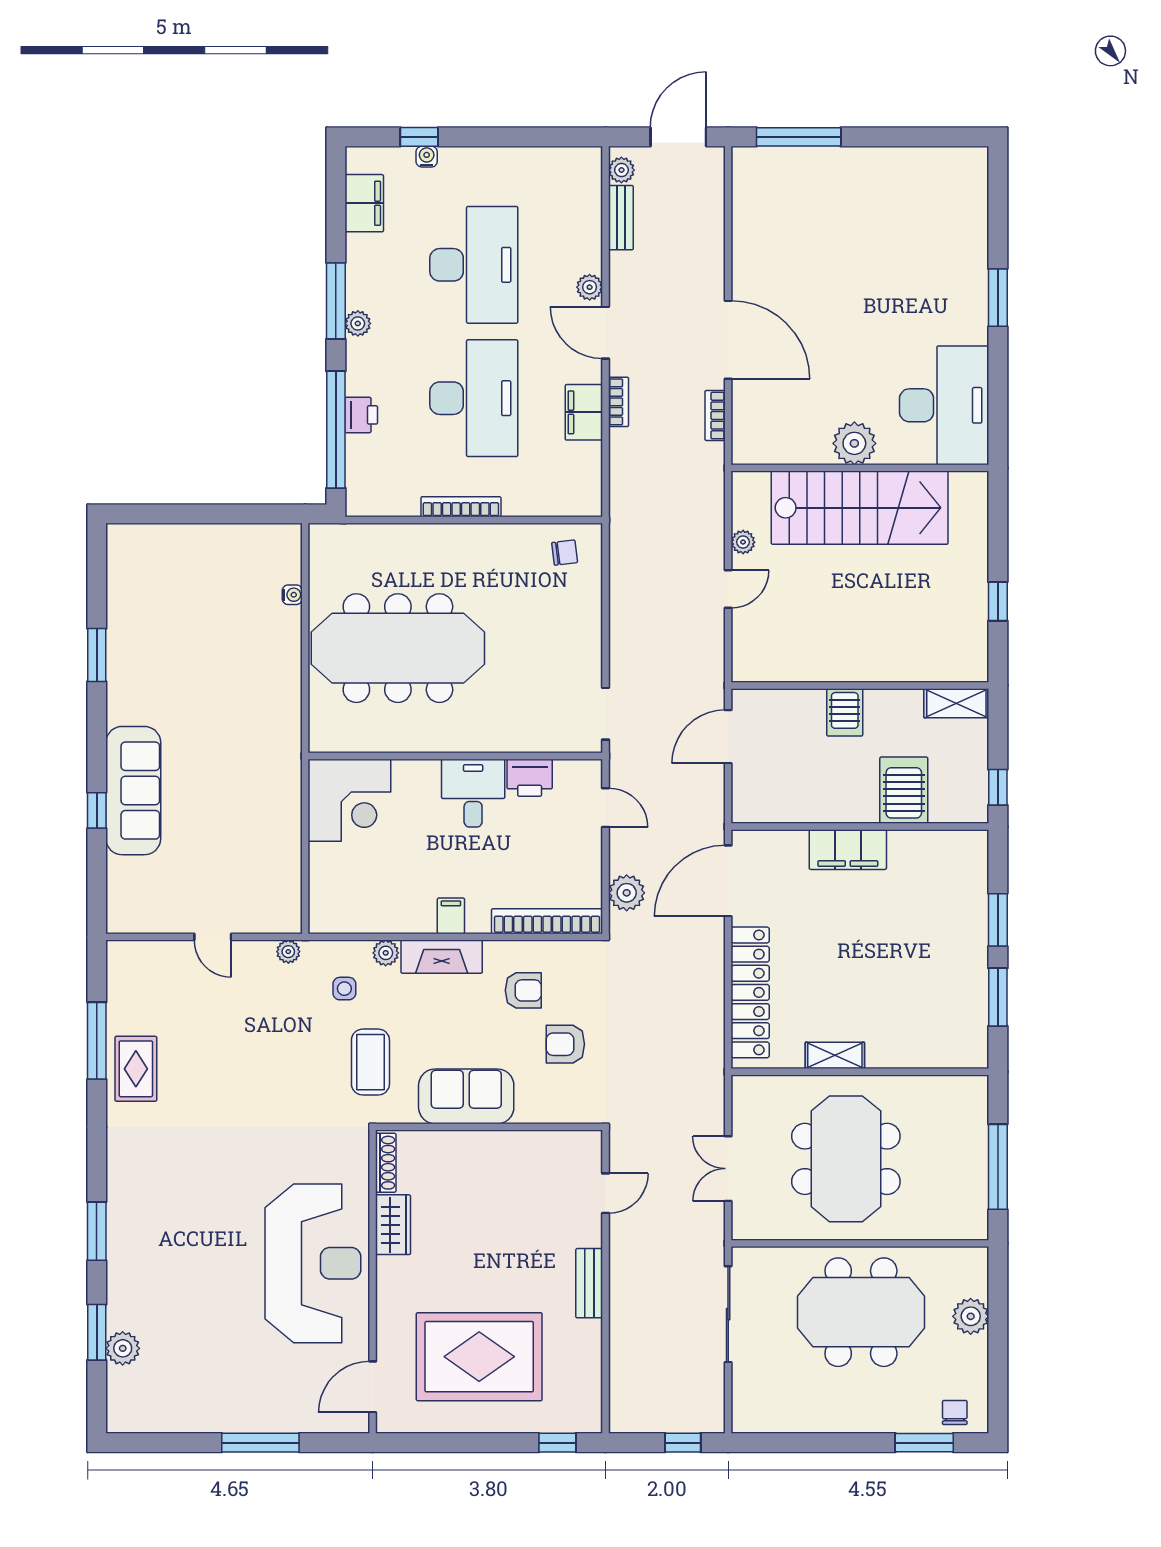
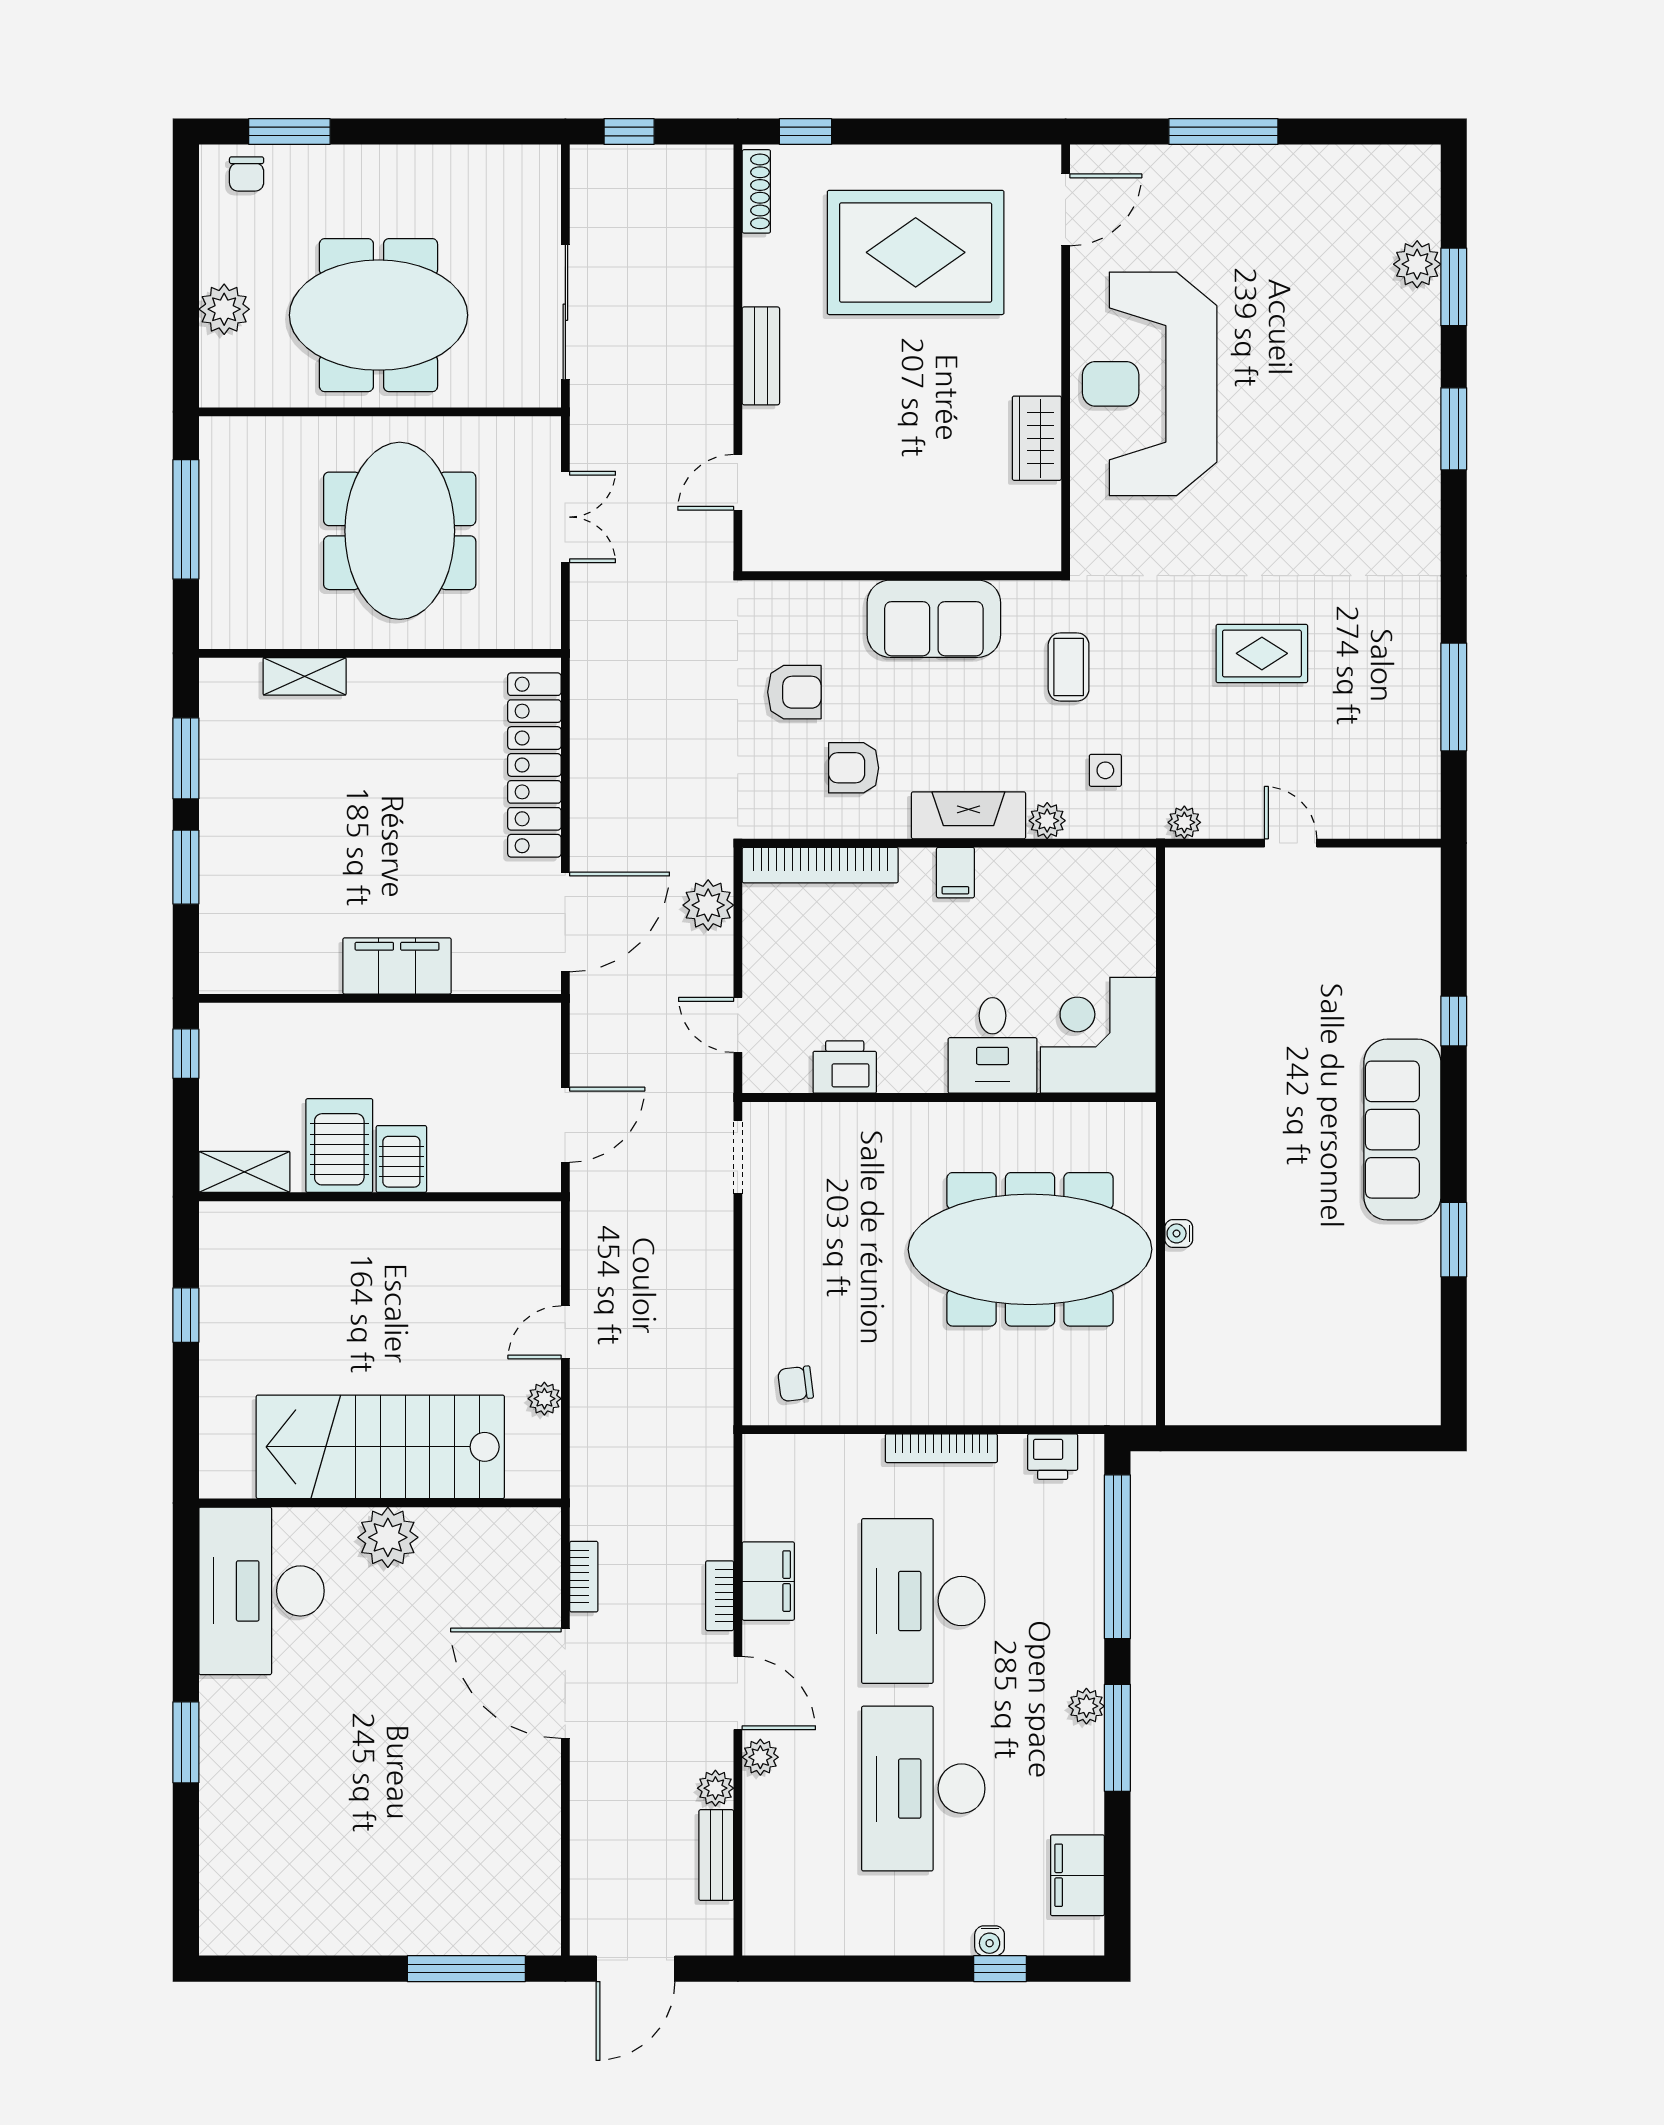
plant: (621, 170) -> (715, 1788), moved
printer: (361, 415) -> (1053, 1457), moved, turned -90
water cooler: (292, 595) -> (1179, 1233), moved
server rack: (904, 790) -> (339, 1146), moved, turned 180
sofa: (133, 791) -> (1402, 1130), moved
desk: (473, 793) -> (993, 1045), moved
shelving: (835, 1055) -> (305, 676), moved
coffee table: (370, 1062) -> (1069, 667), width x0.73, depth x0.77
rug: (136, 1069) -> (1262, 653), moved, turned 90
shoe rack: (386, 1163) -> (756, 191), moved, turned 180

